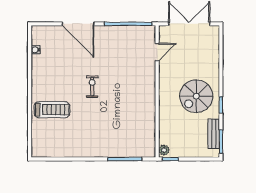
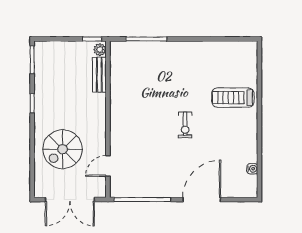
door: (78, 24) -> (202, 200), hinge flipped
spiral stairs: (196, 96) -> (63, 149), moved, turned 180
bench: (214, 134) -> (99, 75), moved

